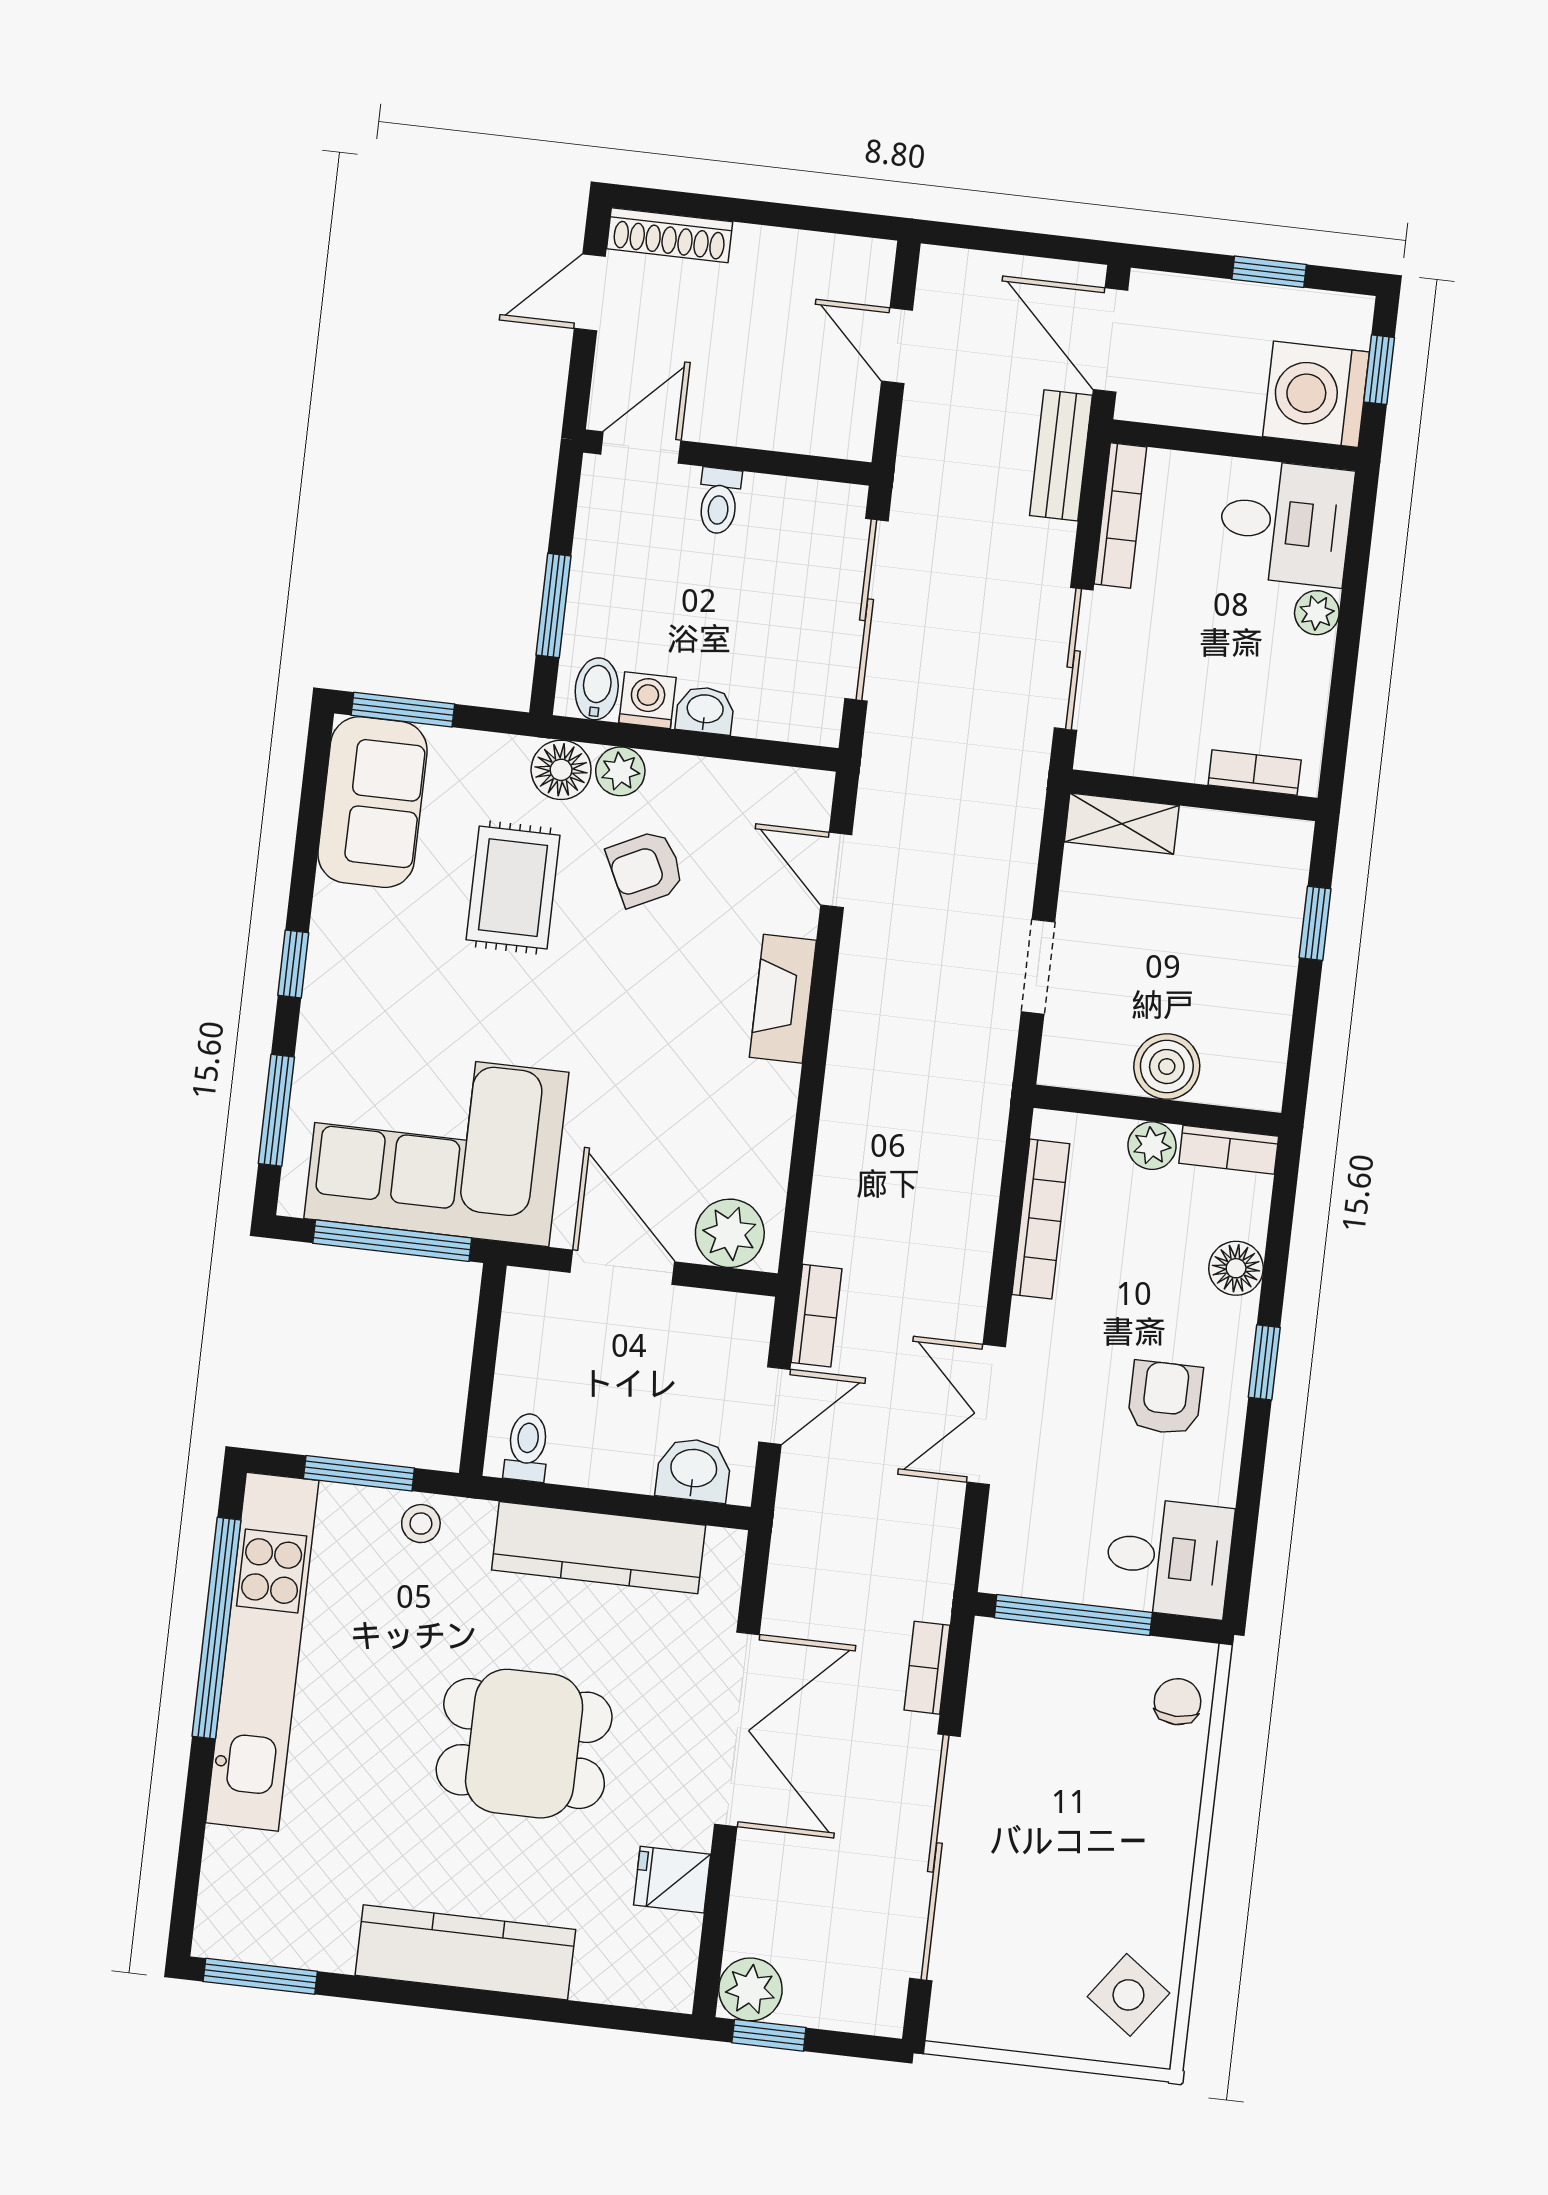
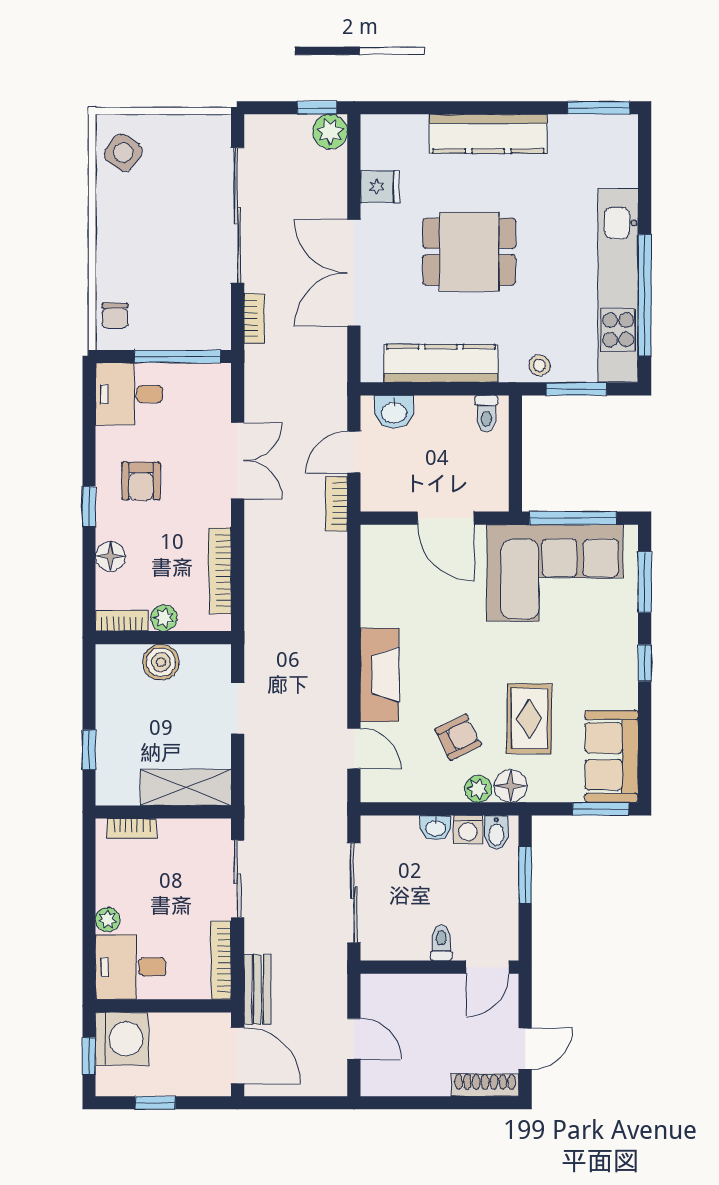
shelving: (1122, 824) -> (186, 787), width x1.50, depth x1.33
fireplace: (783, 999) -> (380, 675), width x1.37, depth x1.32
plant: (730, 1233) -> (389, 543), removed

